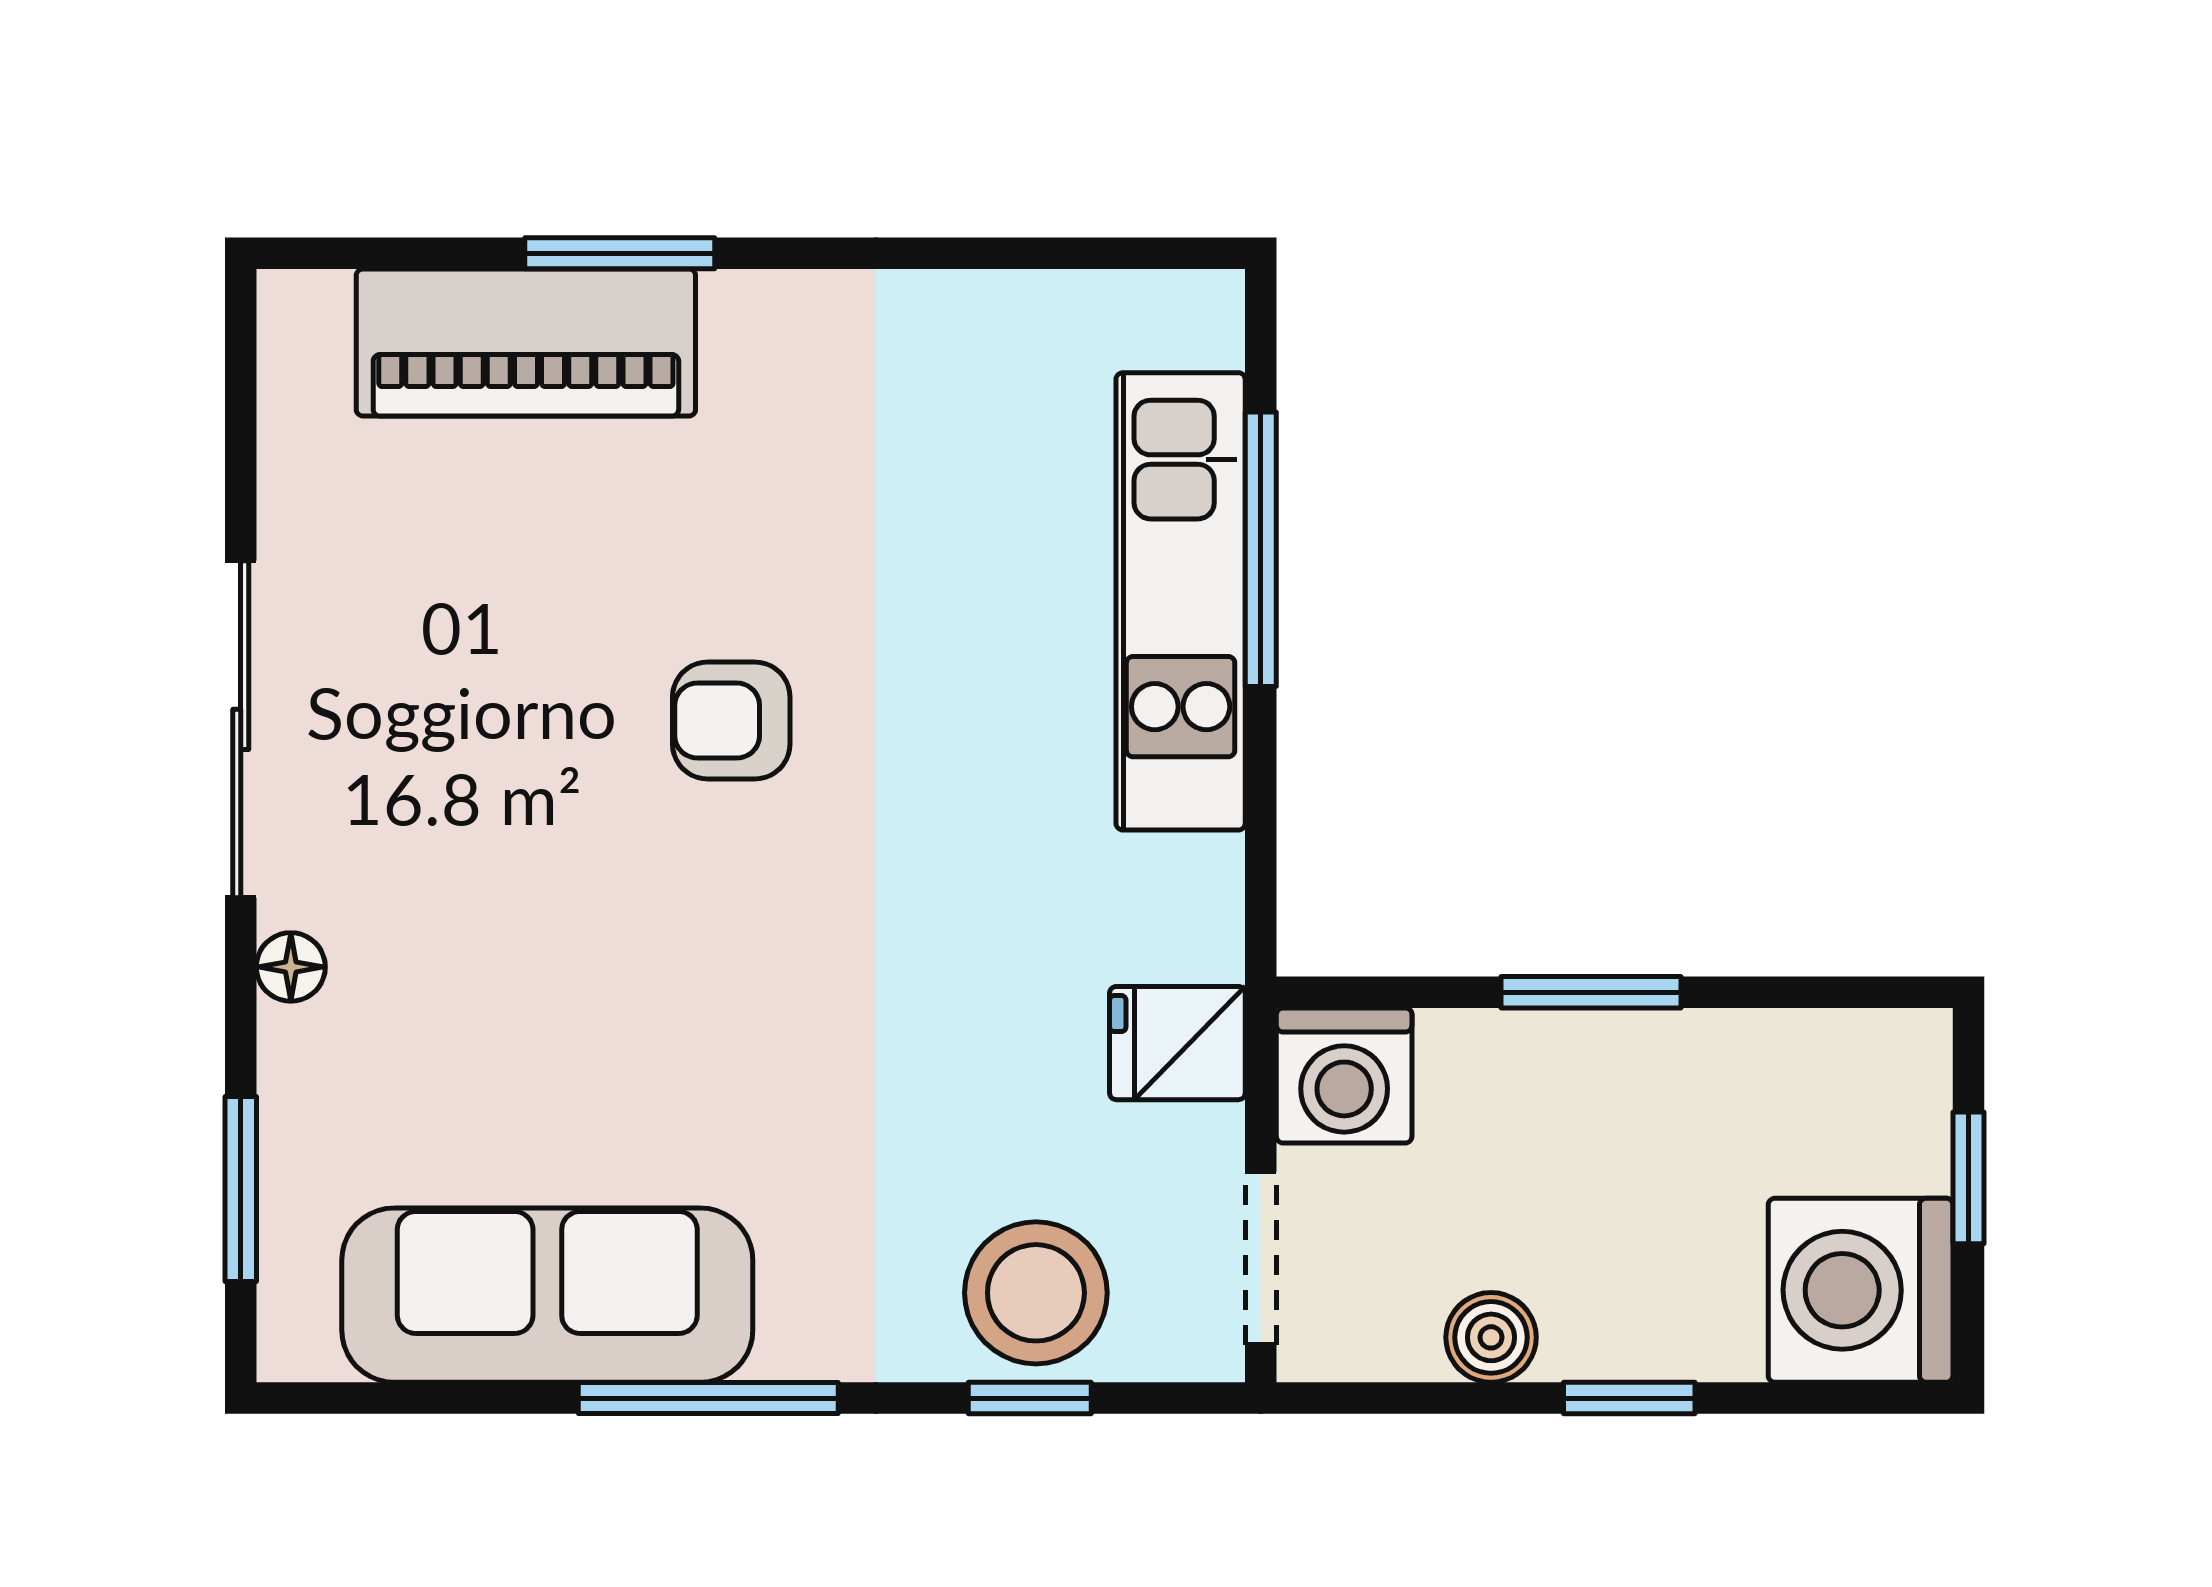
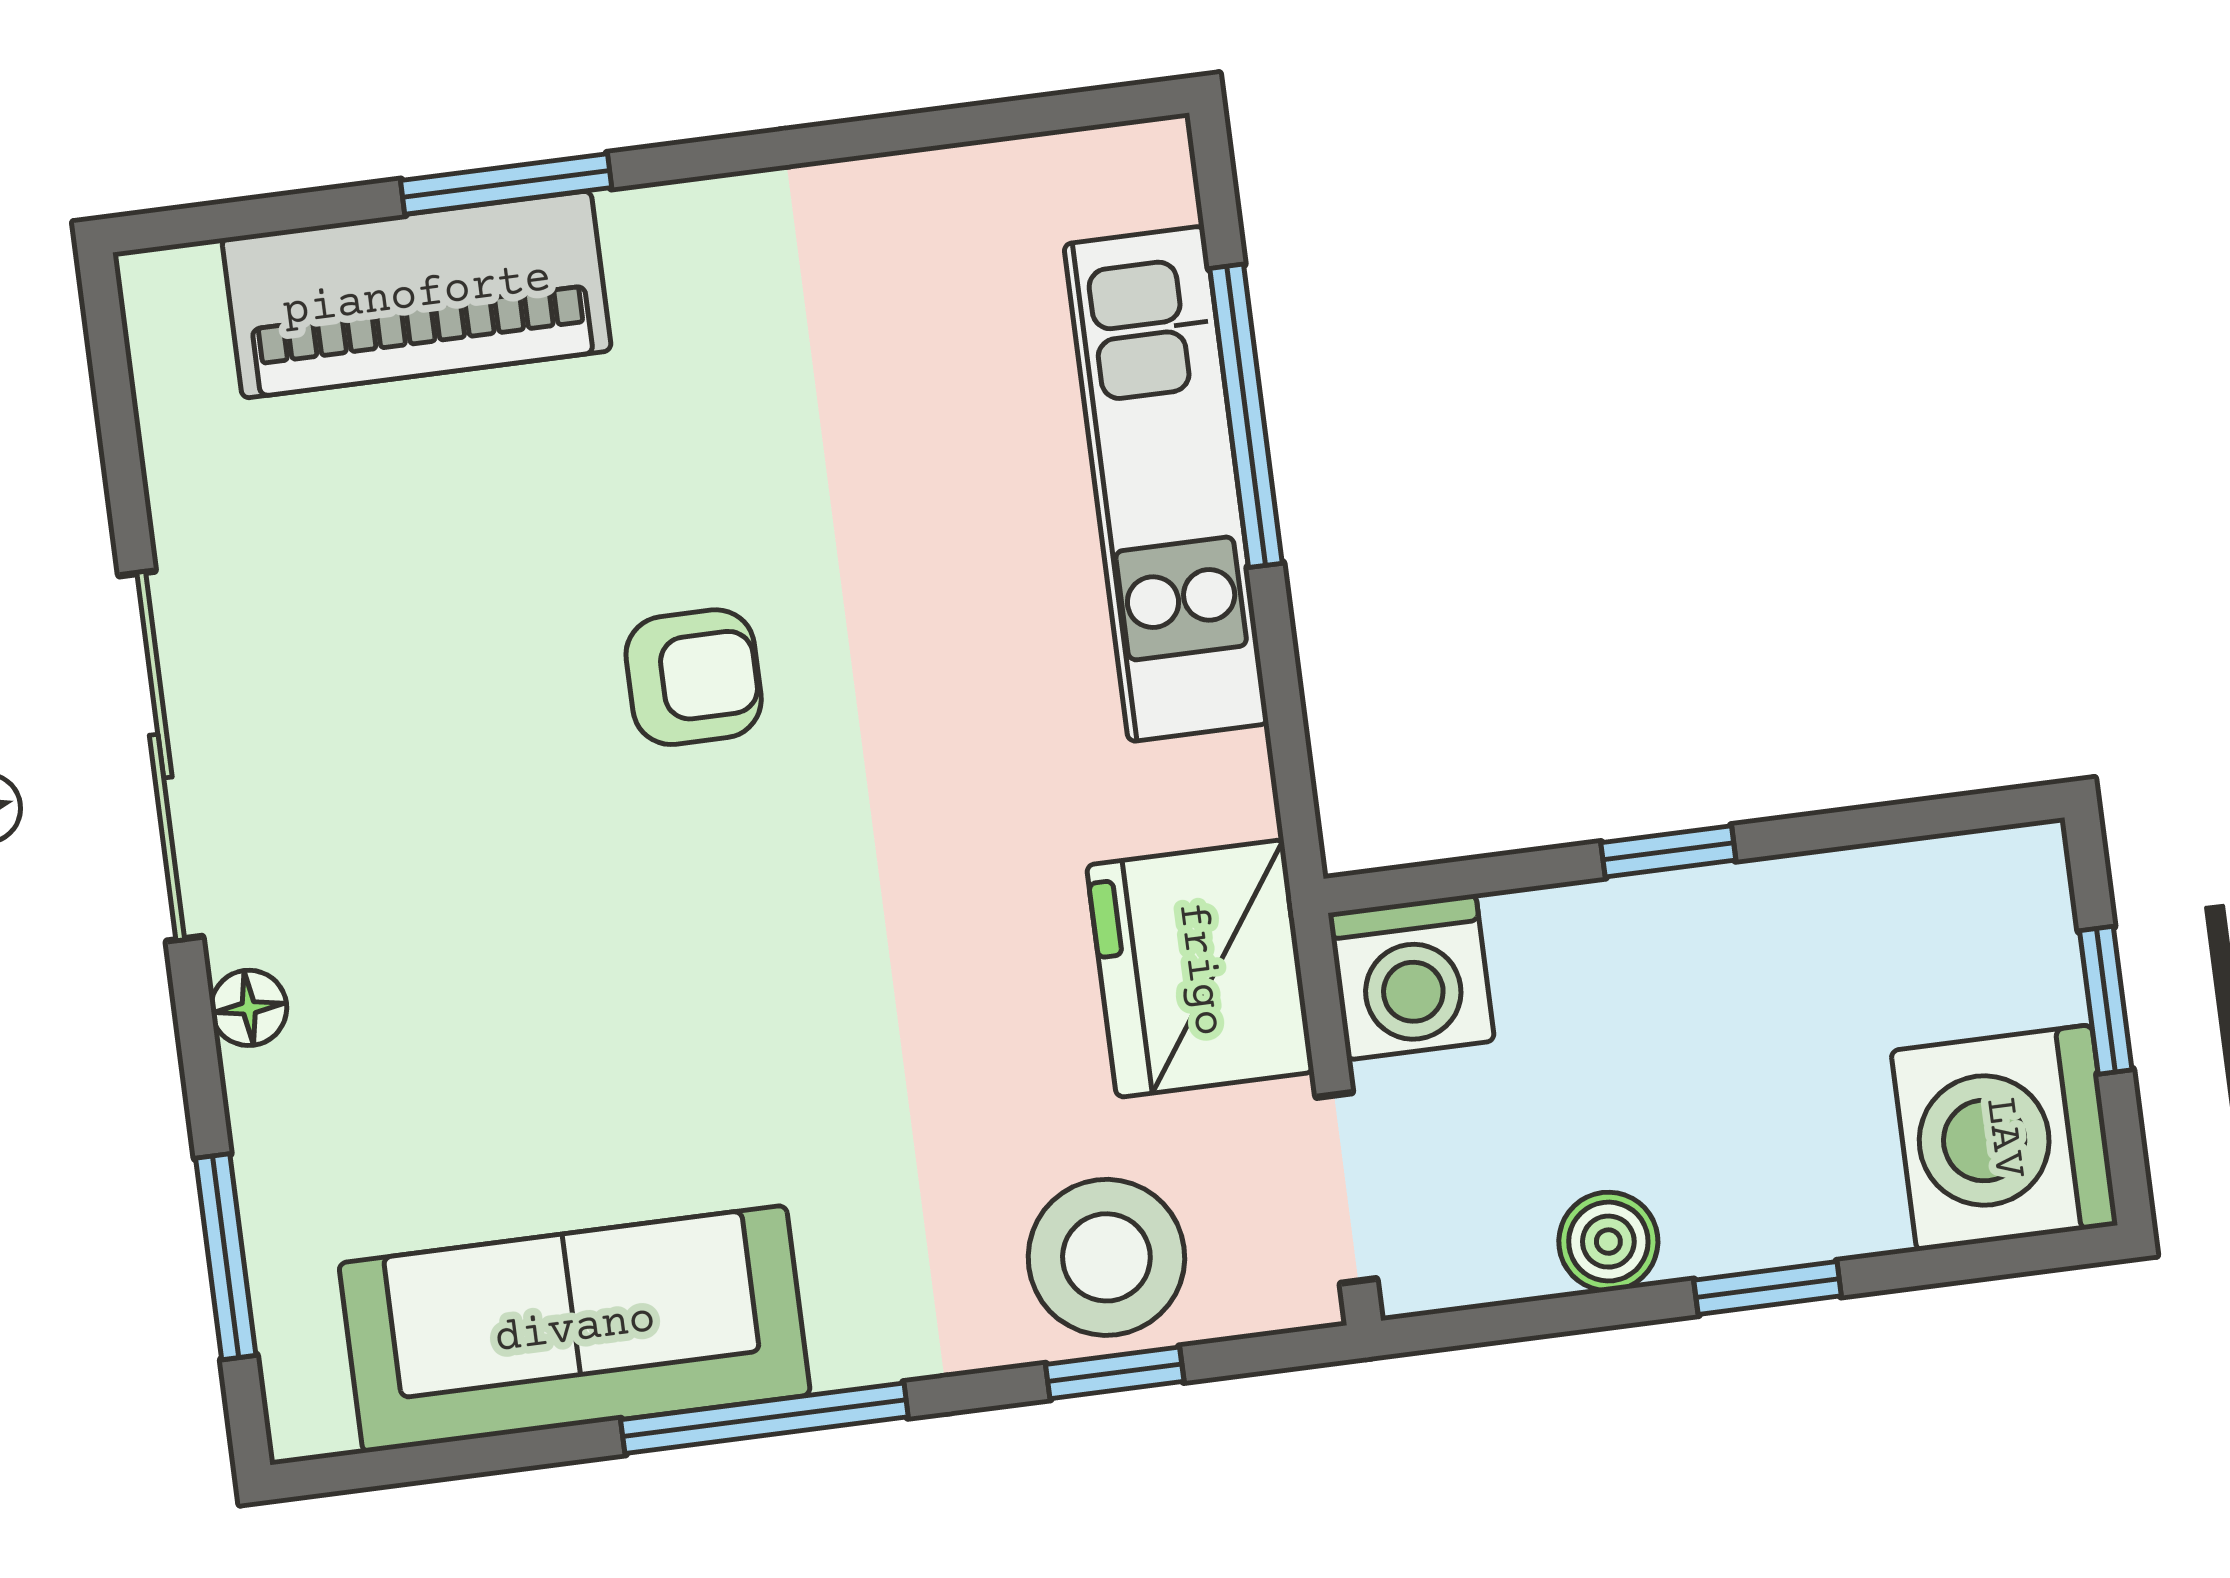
armchair: (731, 721) -> (694, 677), turned 180
window: (1591, 992) -> (1668, 851), width x0.67
fridge: (1177, 1043) -> (1200, 969), width x1.88, depth x1.34

